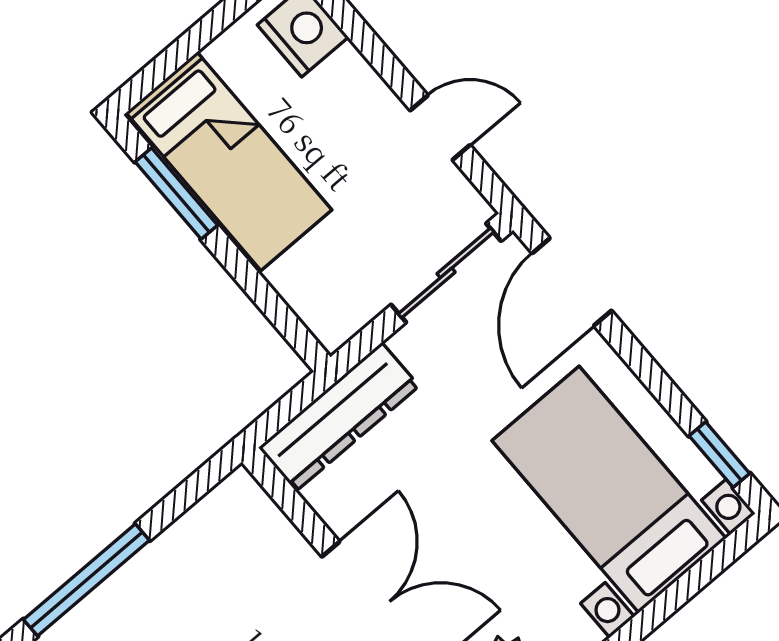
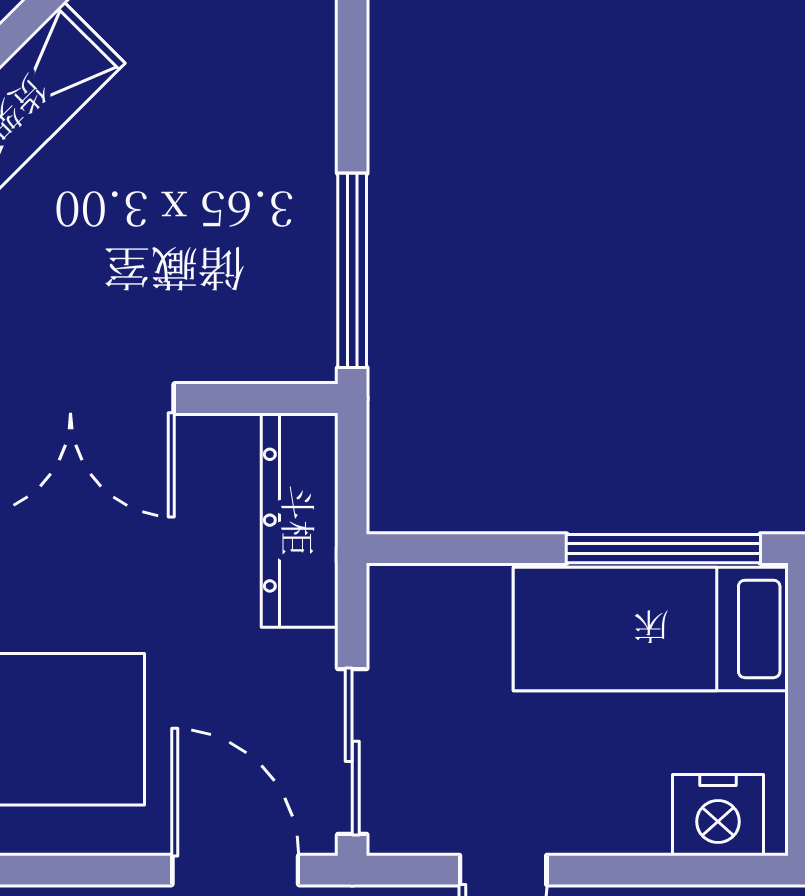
window: (176, 193) -> (663, 549), width x1.44
window: (86, 580) -> (352, 270), moved

